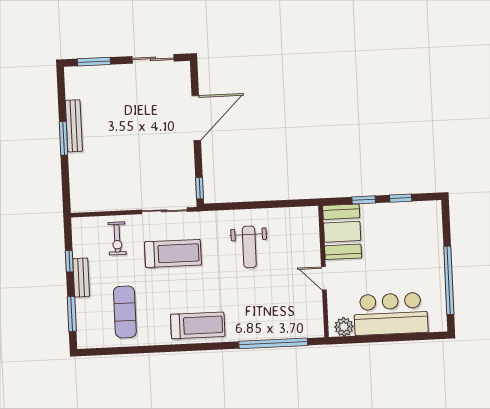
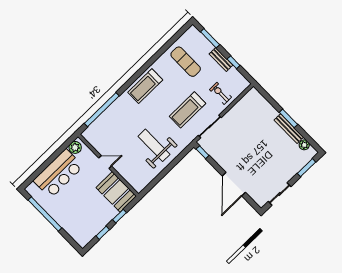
plant: (73, 91) -> (304, 145), added
weight bench: (249, 247) -> (154, 145), width x1.36, depth x1.33

